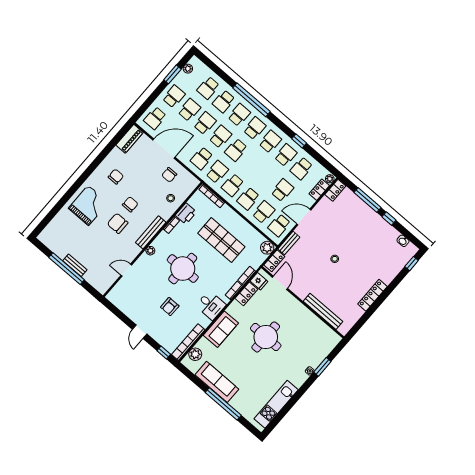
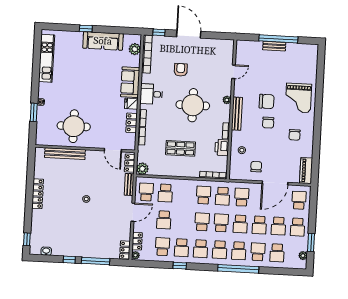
school desk: (208, 88) -> (277, 253), turned 180
school desk: (248, 199) -> (202, 222), moved
shop shelf: (221, 240) -> (181, 148), width x0.70, depth x0.74
fridge: (259, 281) -> (131, 104), moved
door: (140, 332) -> (189, 34), width x1.88
round table: (266, 337) -> (74, 126), moved
window: (223, 404) -> (86, 28), width x0.32

